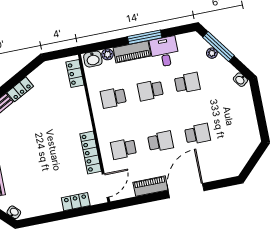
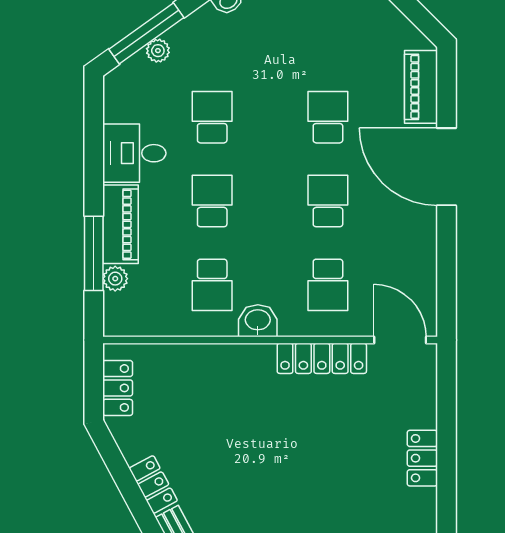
window: (145, 37) -> (94, 253), moved
washbasin: (93, 59) -> (258, 321), moved, turned -90
locker: (75, 73) -> (118, 388), moved, turned -90
school desk: (150, 90) -> (212, 201), turned 180
piano: (150, 186) -> (421, 87), moved
locker: (76, 202) -> (422, 458), moved

